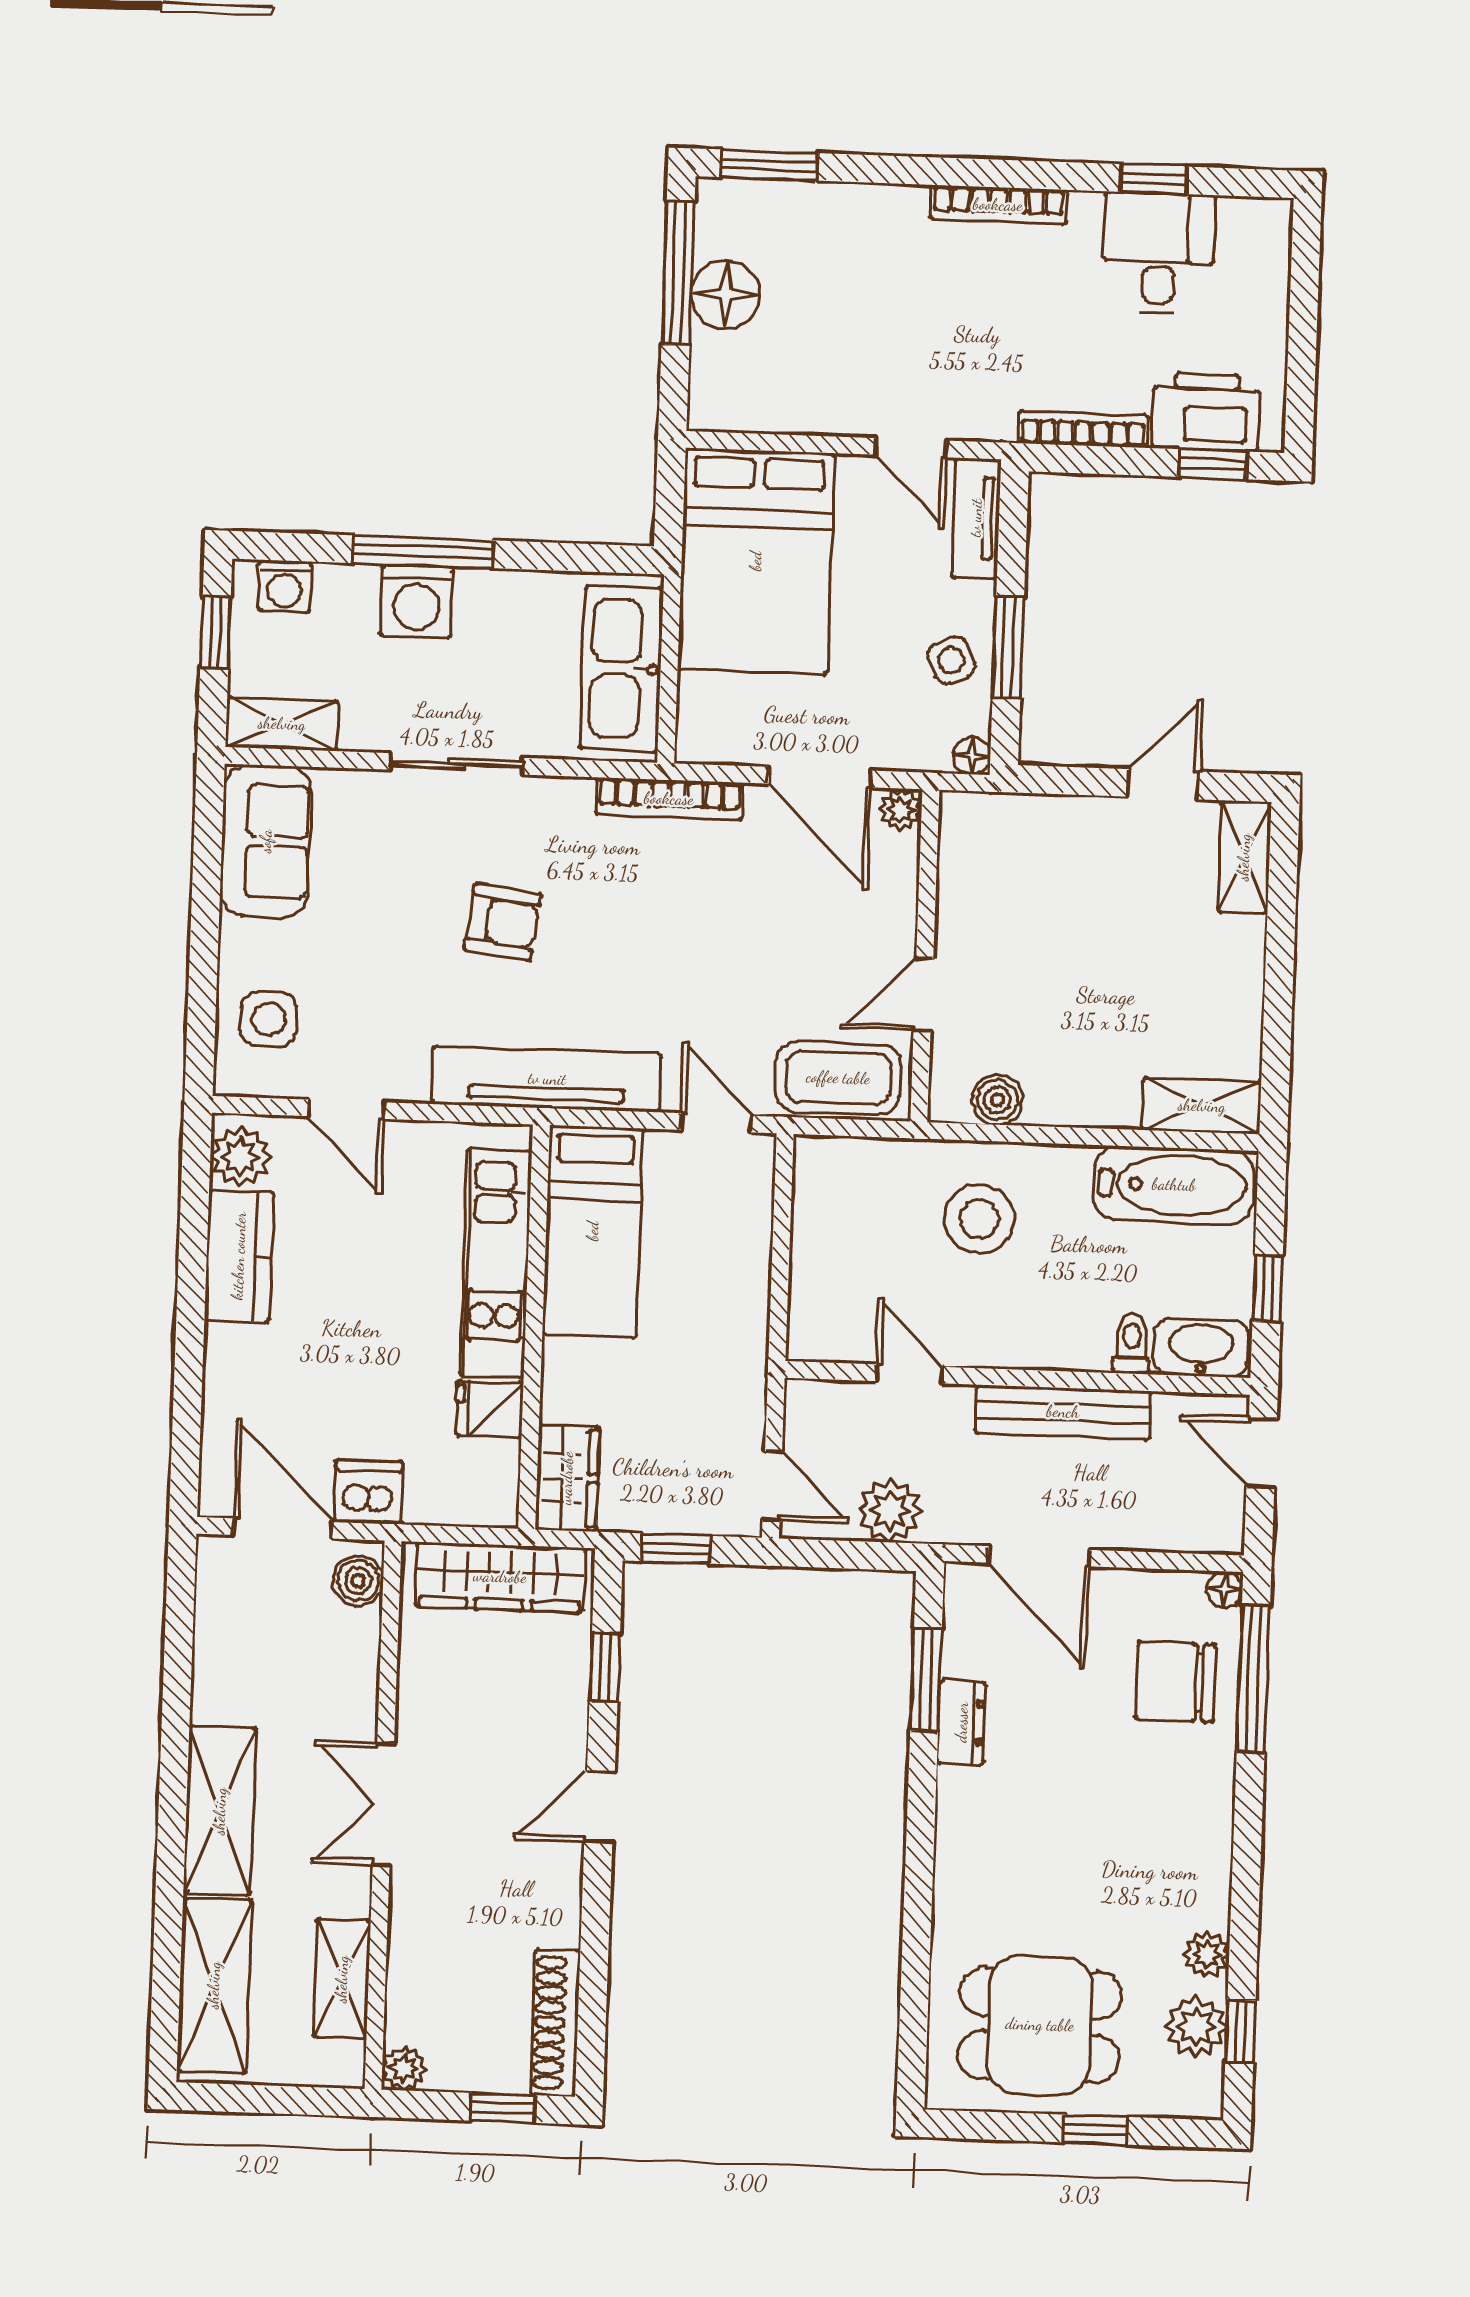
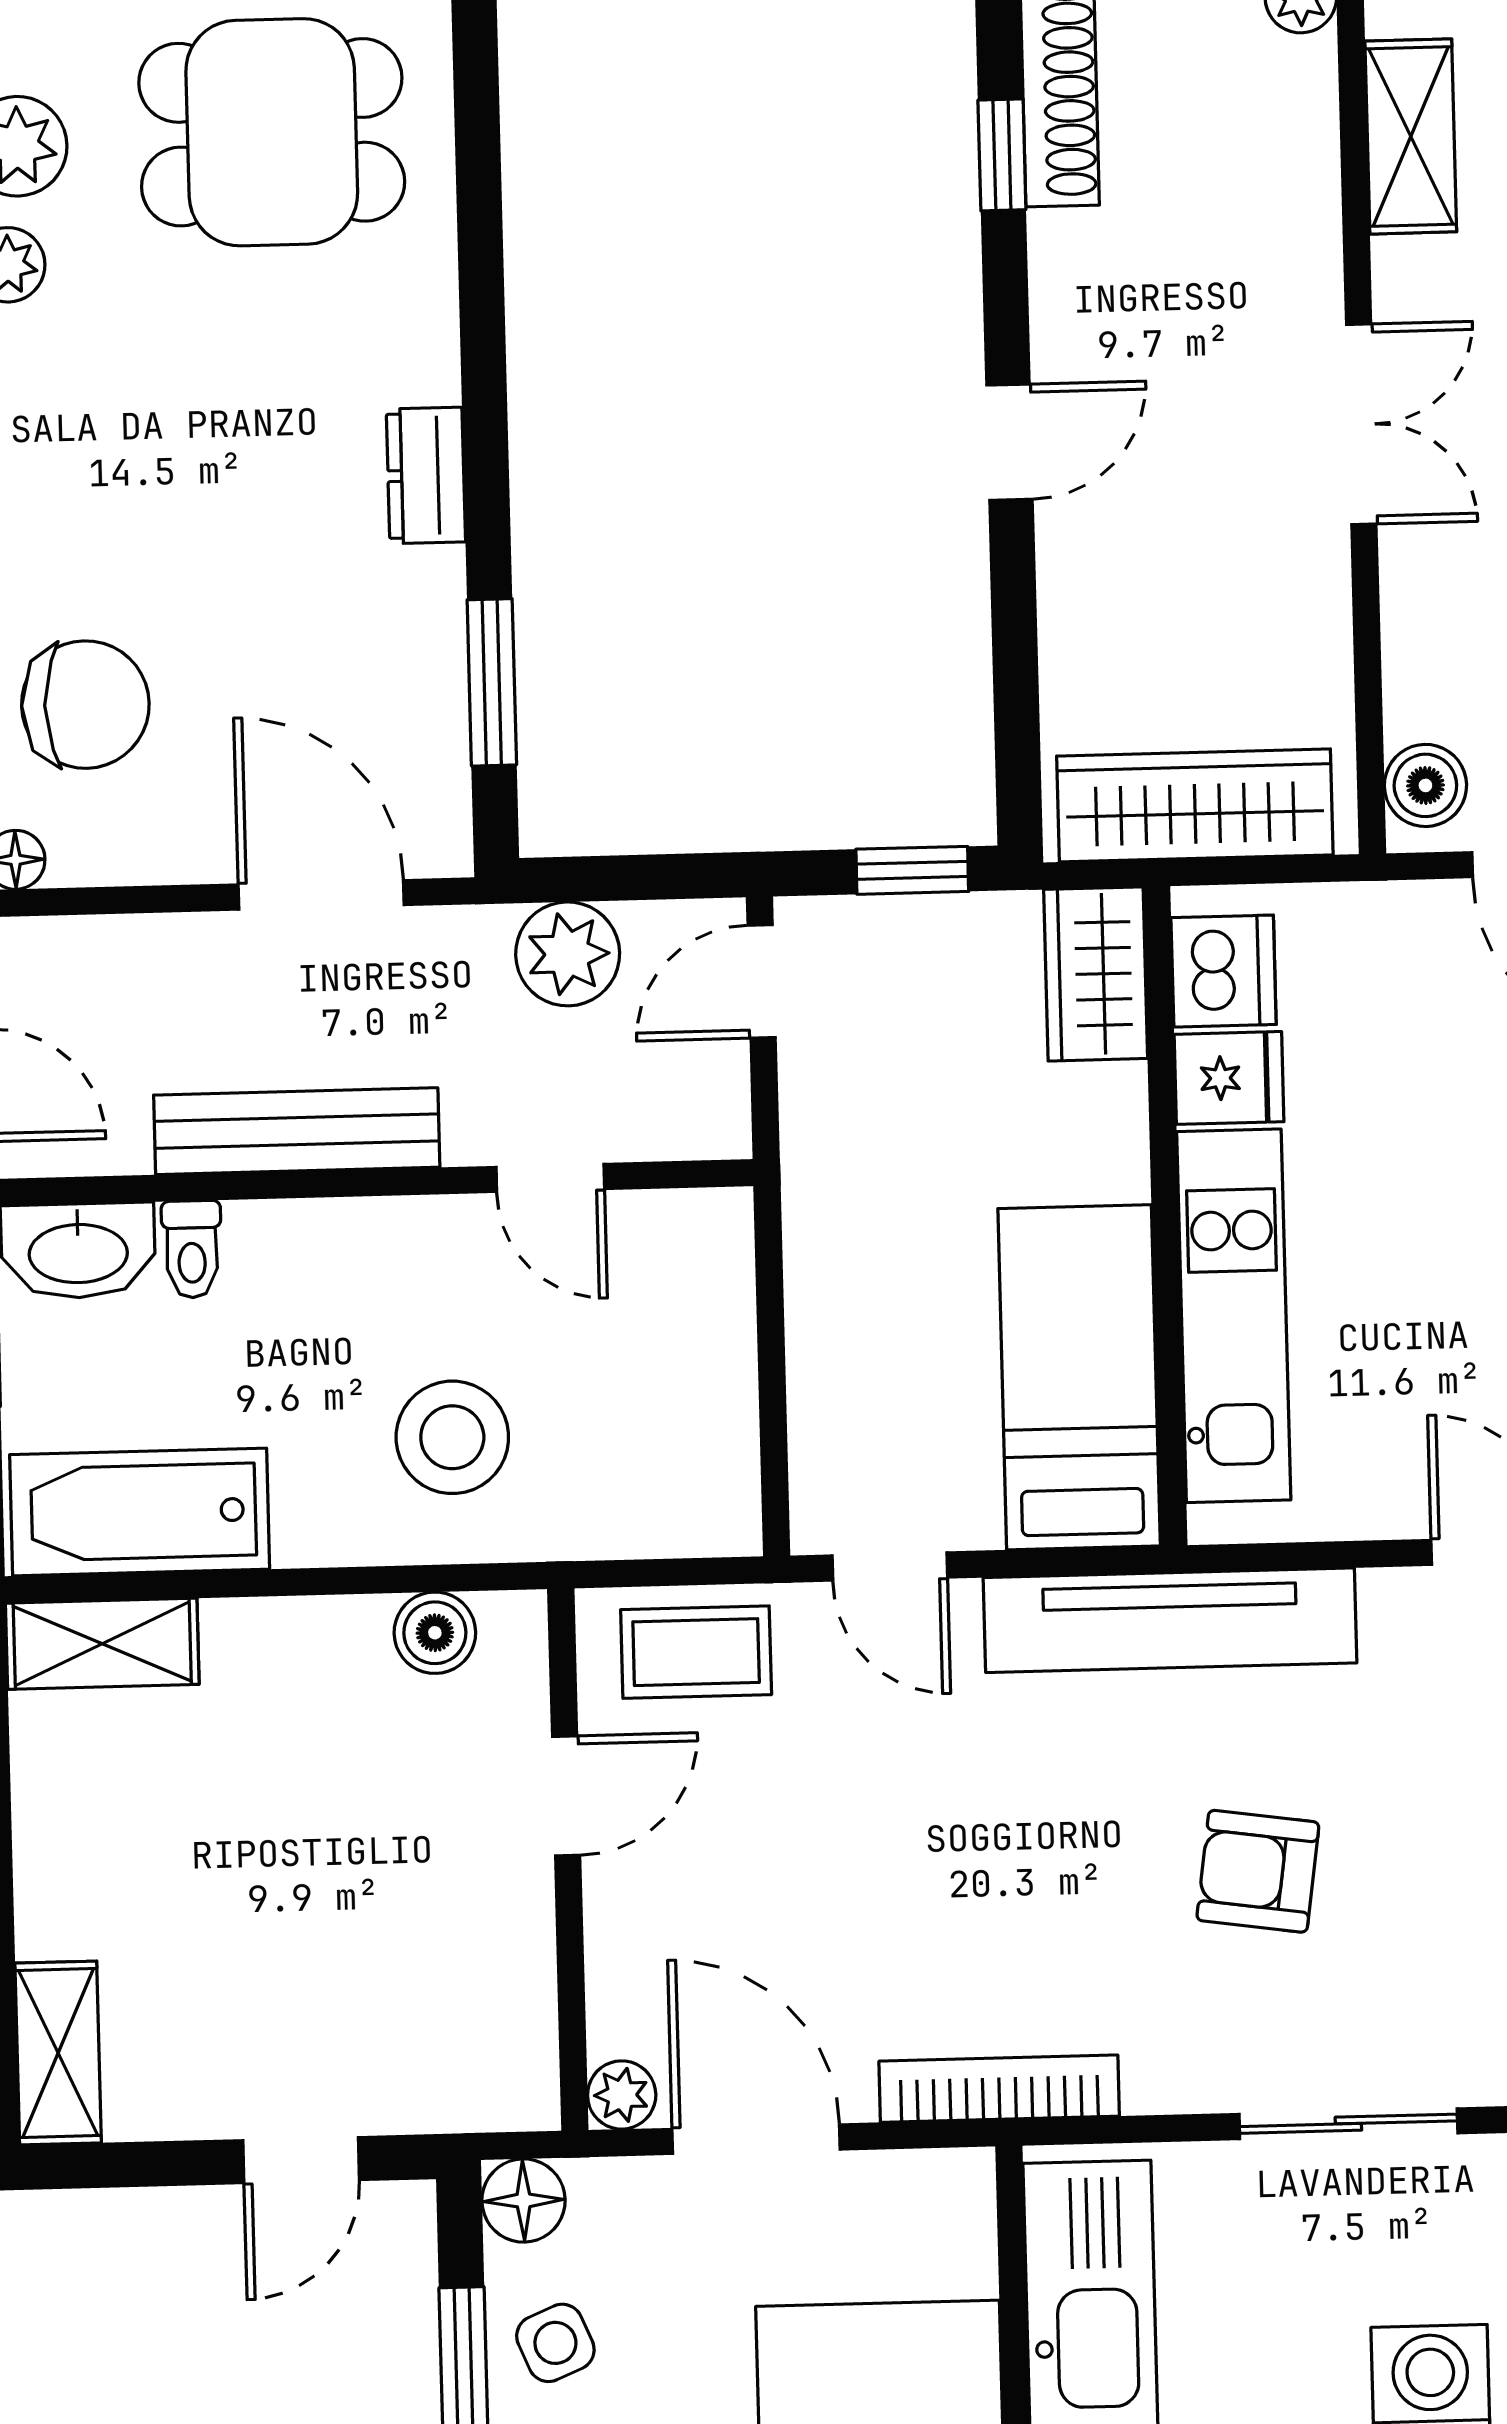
floor lamp: (972, 756) -> (524, 2200), width x1.37, depth x1.37
door: (1164, 784) -> (301, 2160), moved
coffee table: (838, 1078) -> (696, 1652), width x0.73, depth x0.77
door: (772, 1486) -> (762, 981), hinge flipped
dishwasher: (368, 1492) -> (1224, 971), moved, turned -90
window: (605, 1667) -> (1002, 155), moved
dresser: (962, 1722) -> (426, 475), moved

